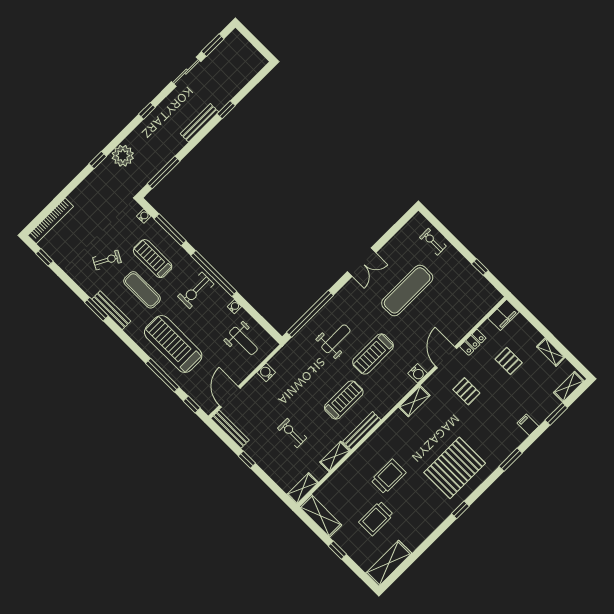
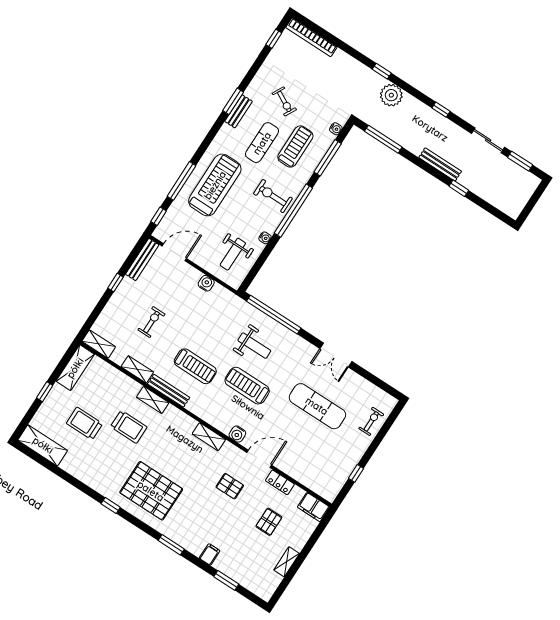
bench: (111, 310) -> (239, 111), width x0.73
shelving: (569, 387) -> (153, 400), moved
pallet: (466, 391) -> (230, 486), turned 90

